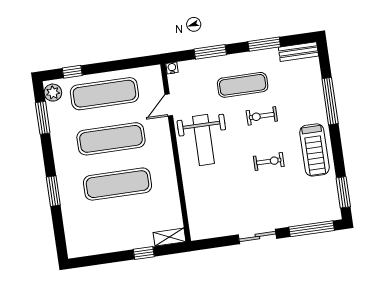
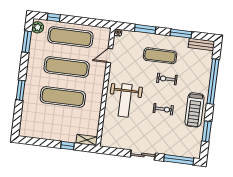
window: (330, 101) -> (213, 81), width x1.46
weight bench: (203, 140) -> (125, 100), moved
window: (343, 192) -> (207, 131), moved

